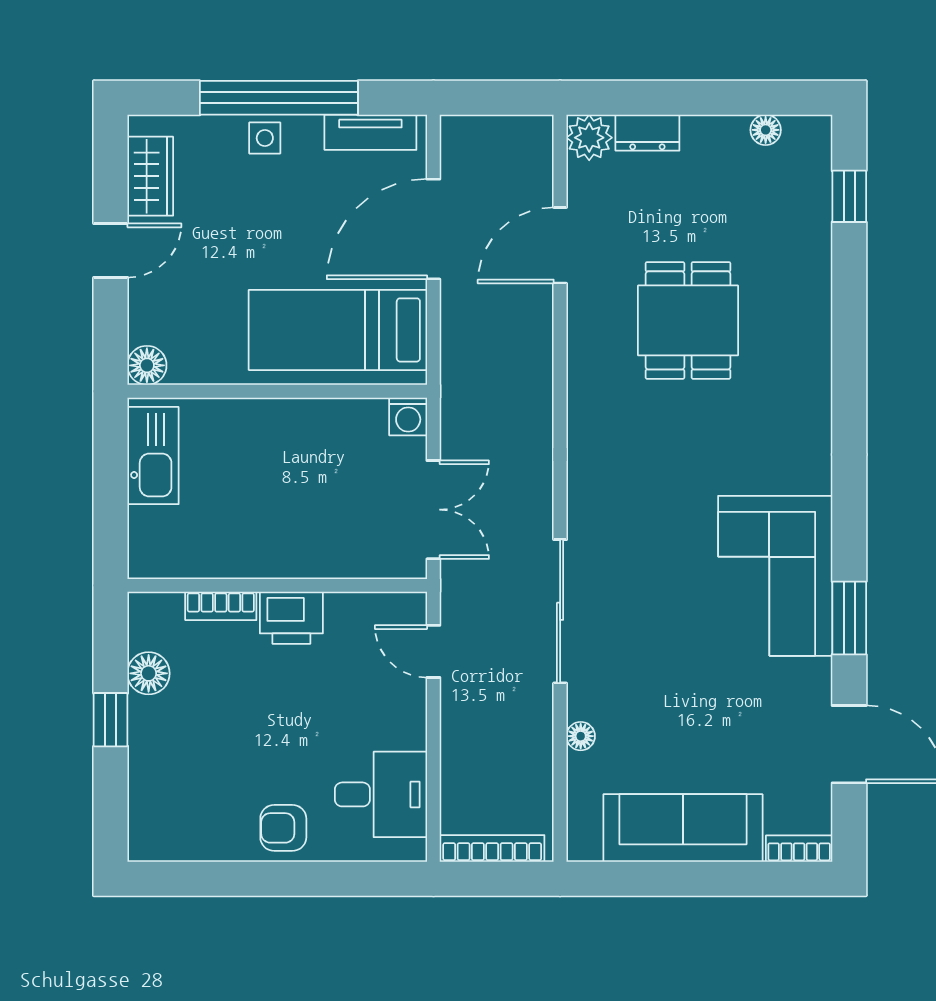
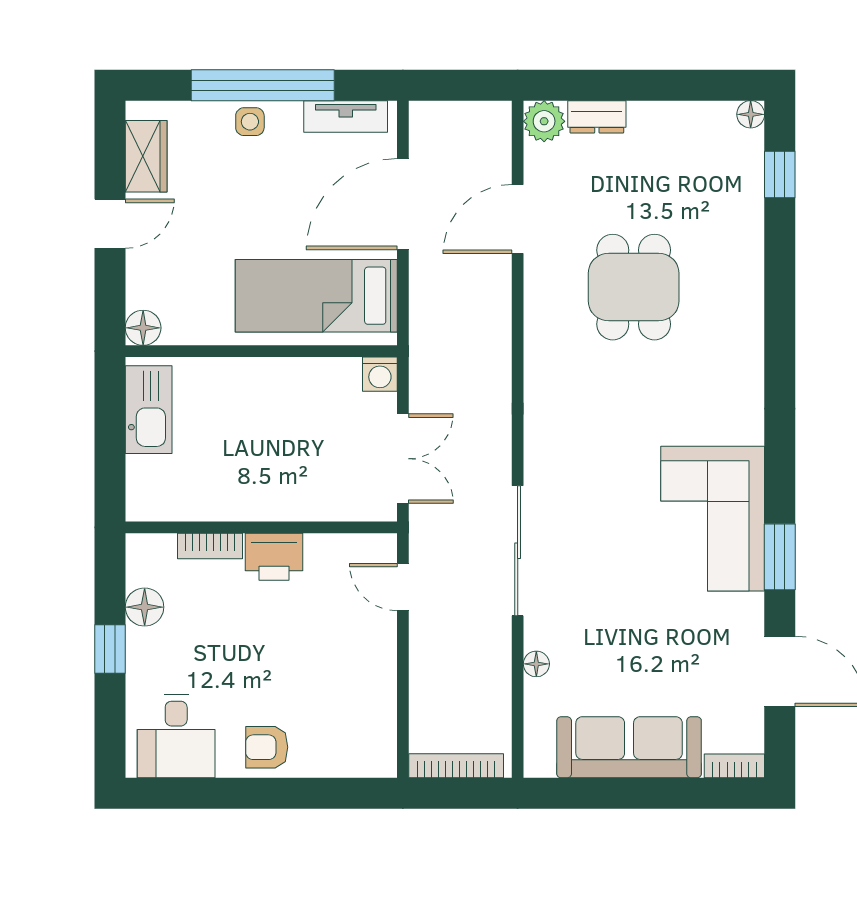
floor lamp: (766, 130) -> (751, 114), moved
desk: (381, 794) -> (176, 736), moved, turned 90

